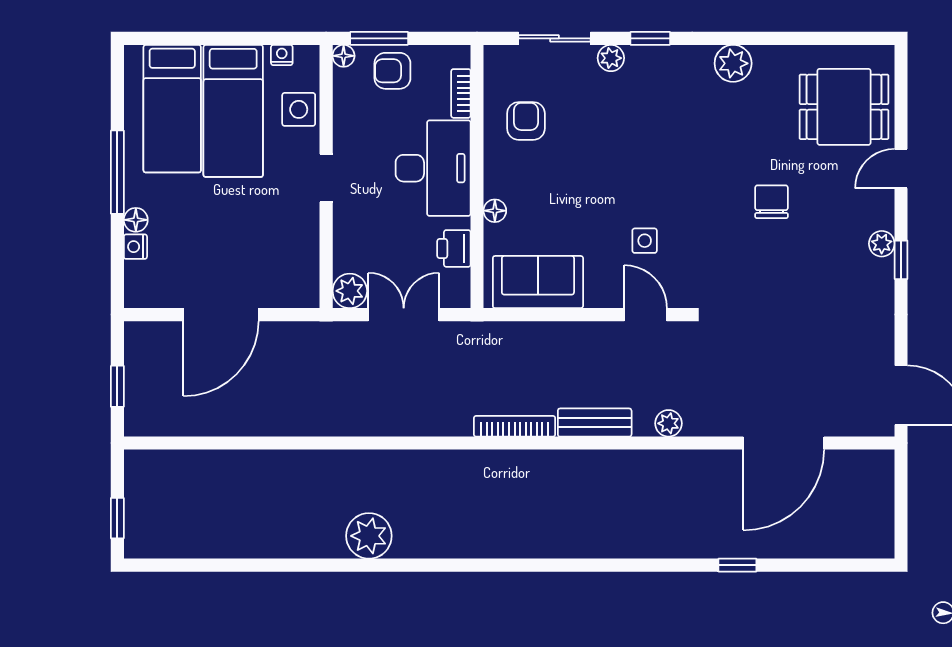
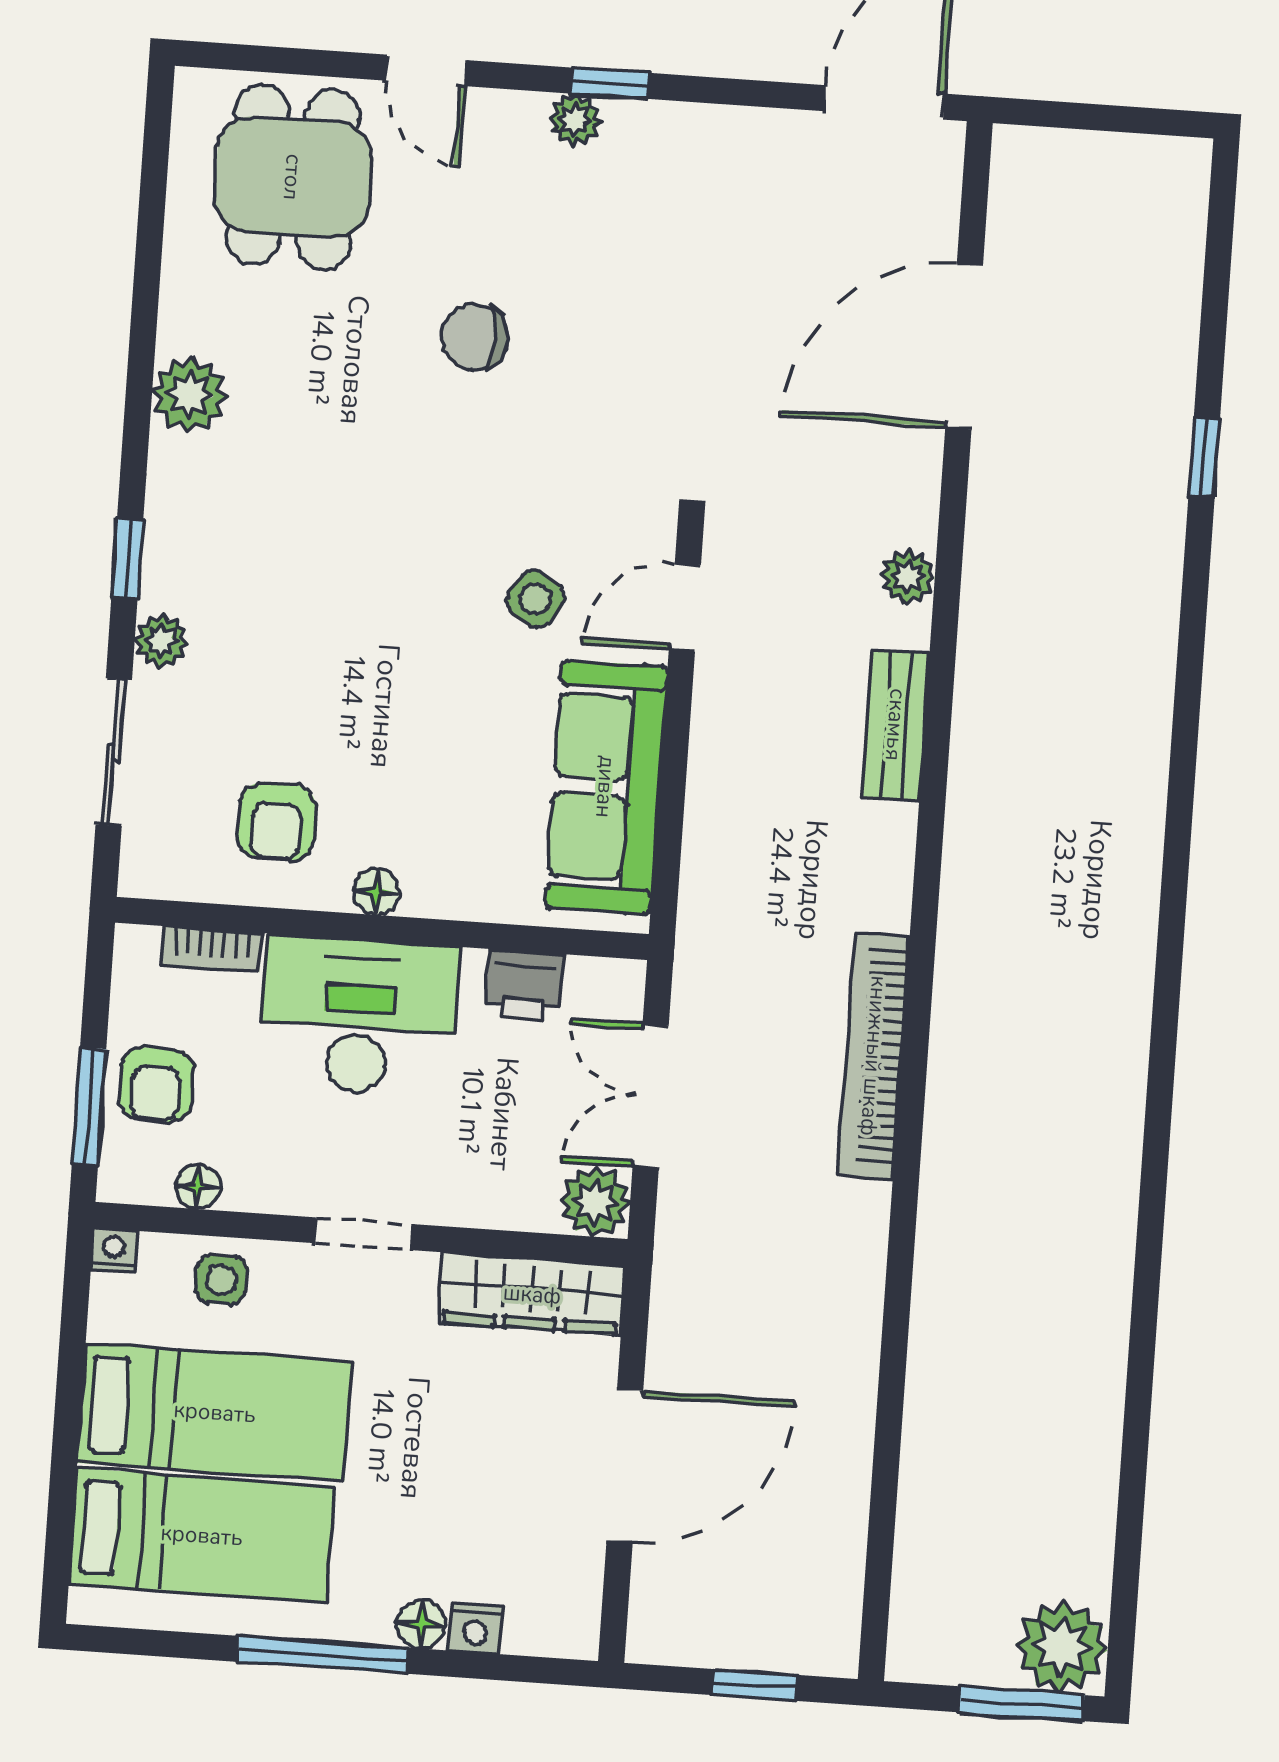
nightstand: (282, 55) -> (114, 1250), moved, turned 90
floor lamp: (344, 56) -> (198, 1187), moved
side table: (299, 109) -> (221, 1279), width x0.73, depth x0.73
armchair: (526, 121) -> (277, 822), turned -90
floor lamp: (495, 211) -> (376, 892), moved
side table: (645, 241) -> (535, 599), turned 32
wardrobe: (302, 263) -> (532, 1294), added
sofa: (538, 282) -> (606, 787), width x1.36
door: (221, 315) -> (625, 1466), hinge flipped
bookcase: (515, 426) -> (874, 1056), moved, width x1.48, depth x1.31
door: (784, 443) -> (964, 346), swing flipped
window: (117, 518) -> (1022, 1704), width x1.50
plant: (369, 536) -> (1062, 1647), moved

